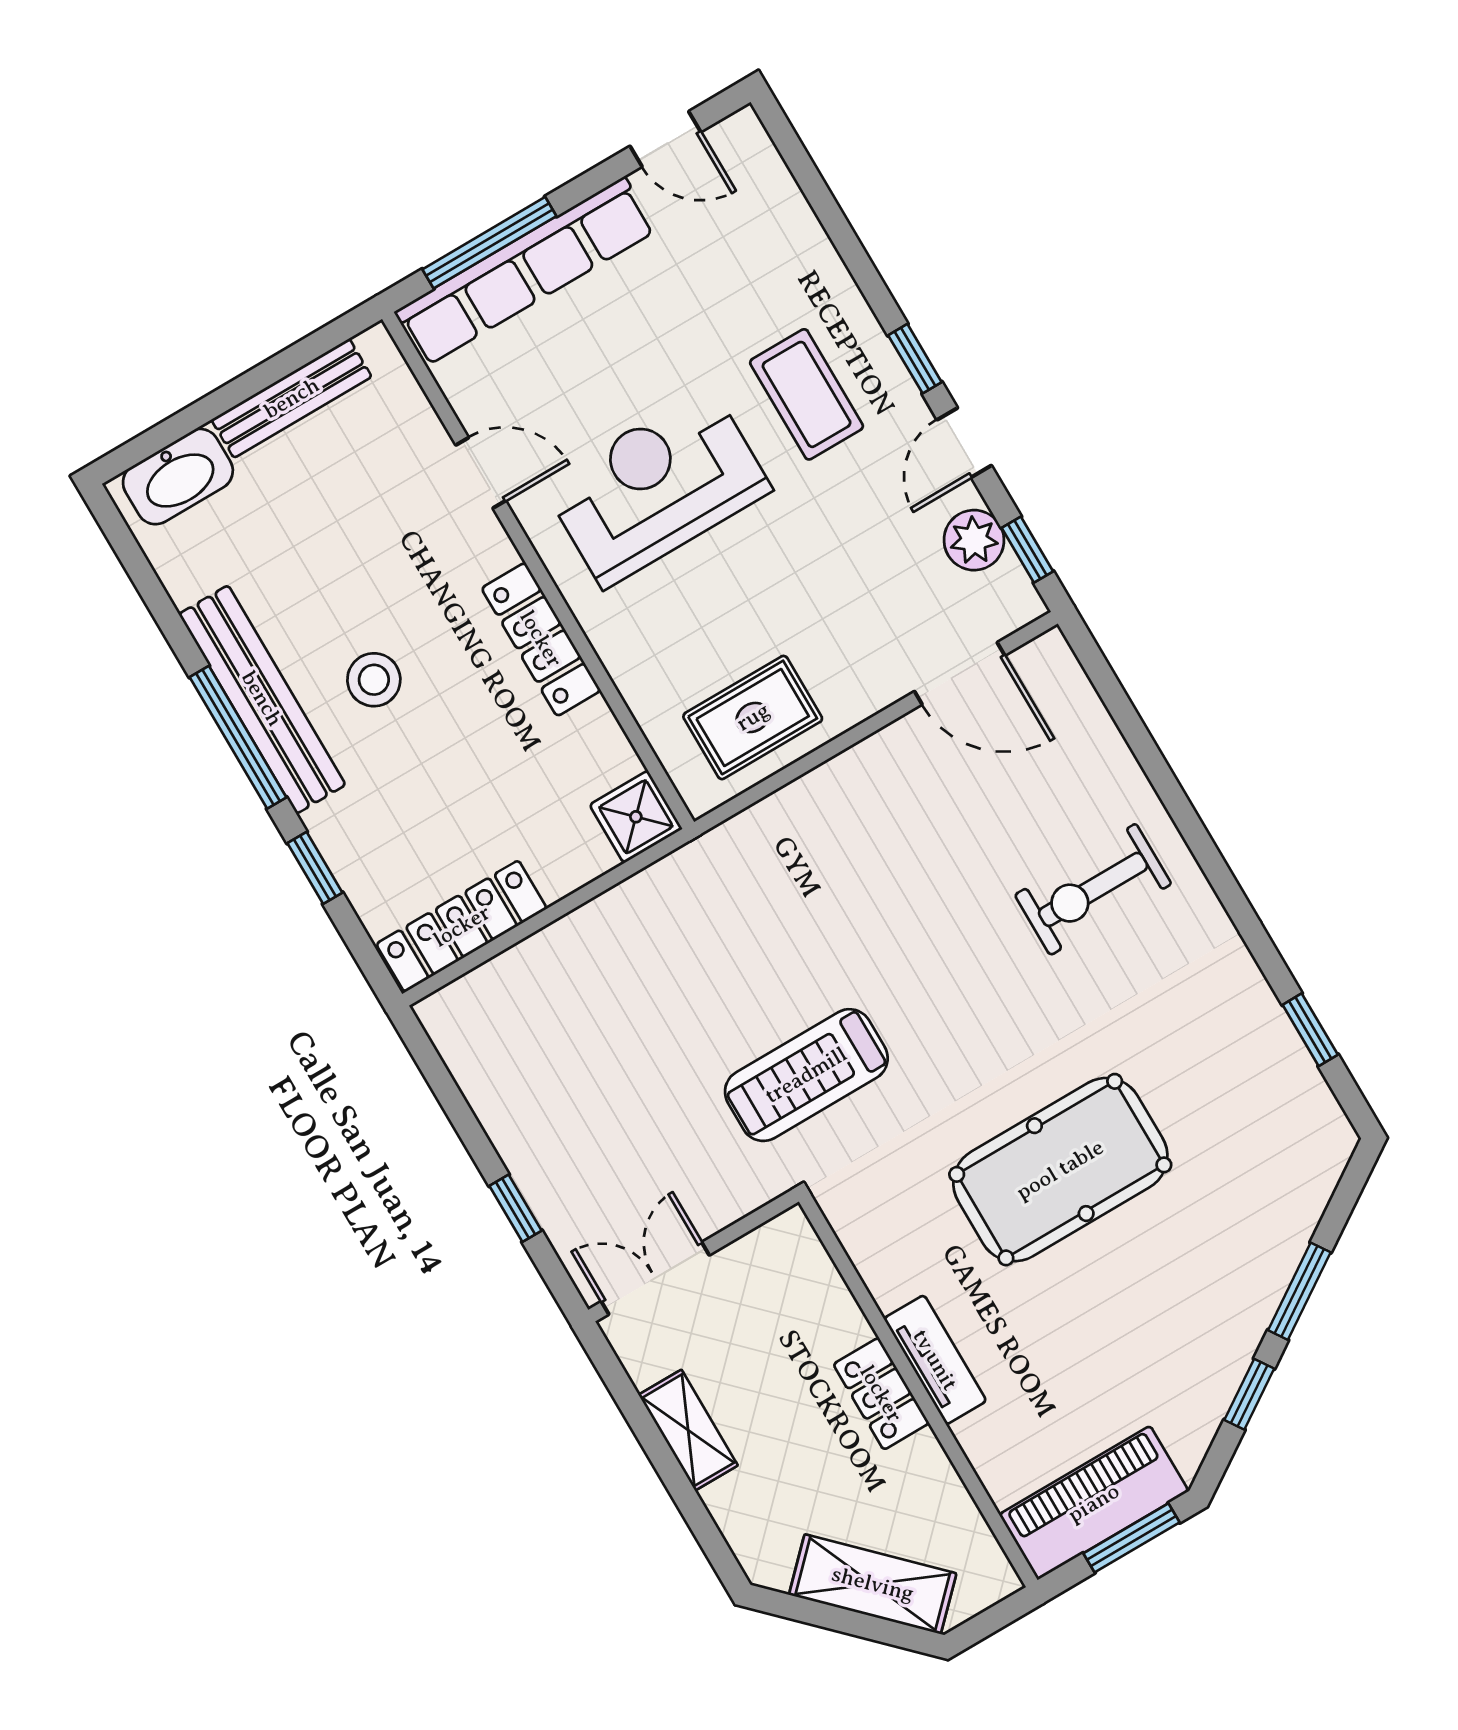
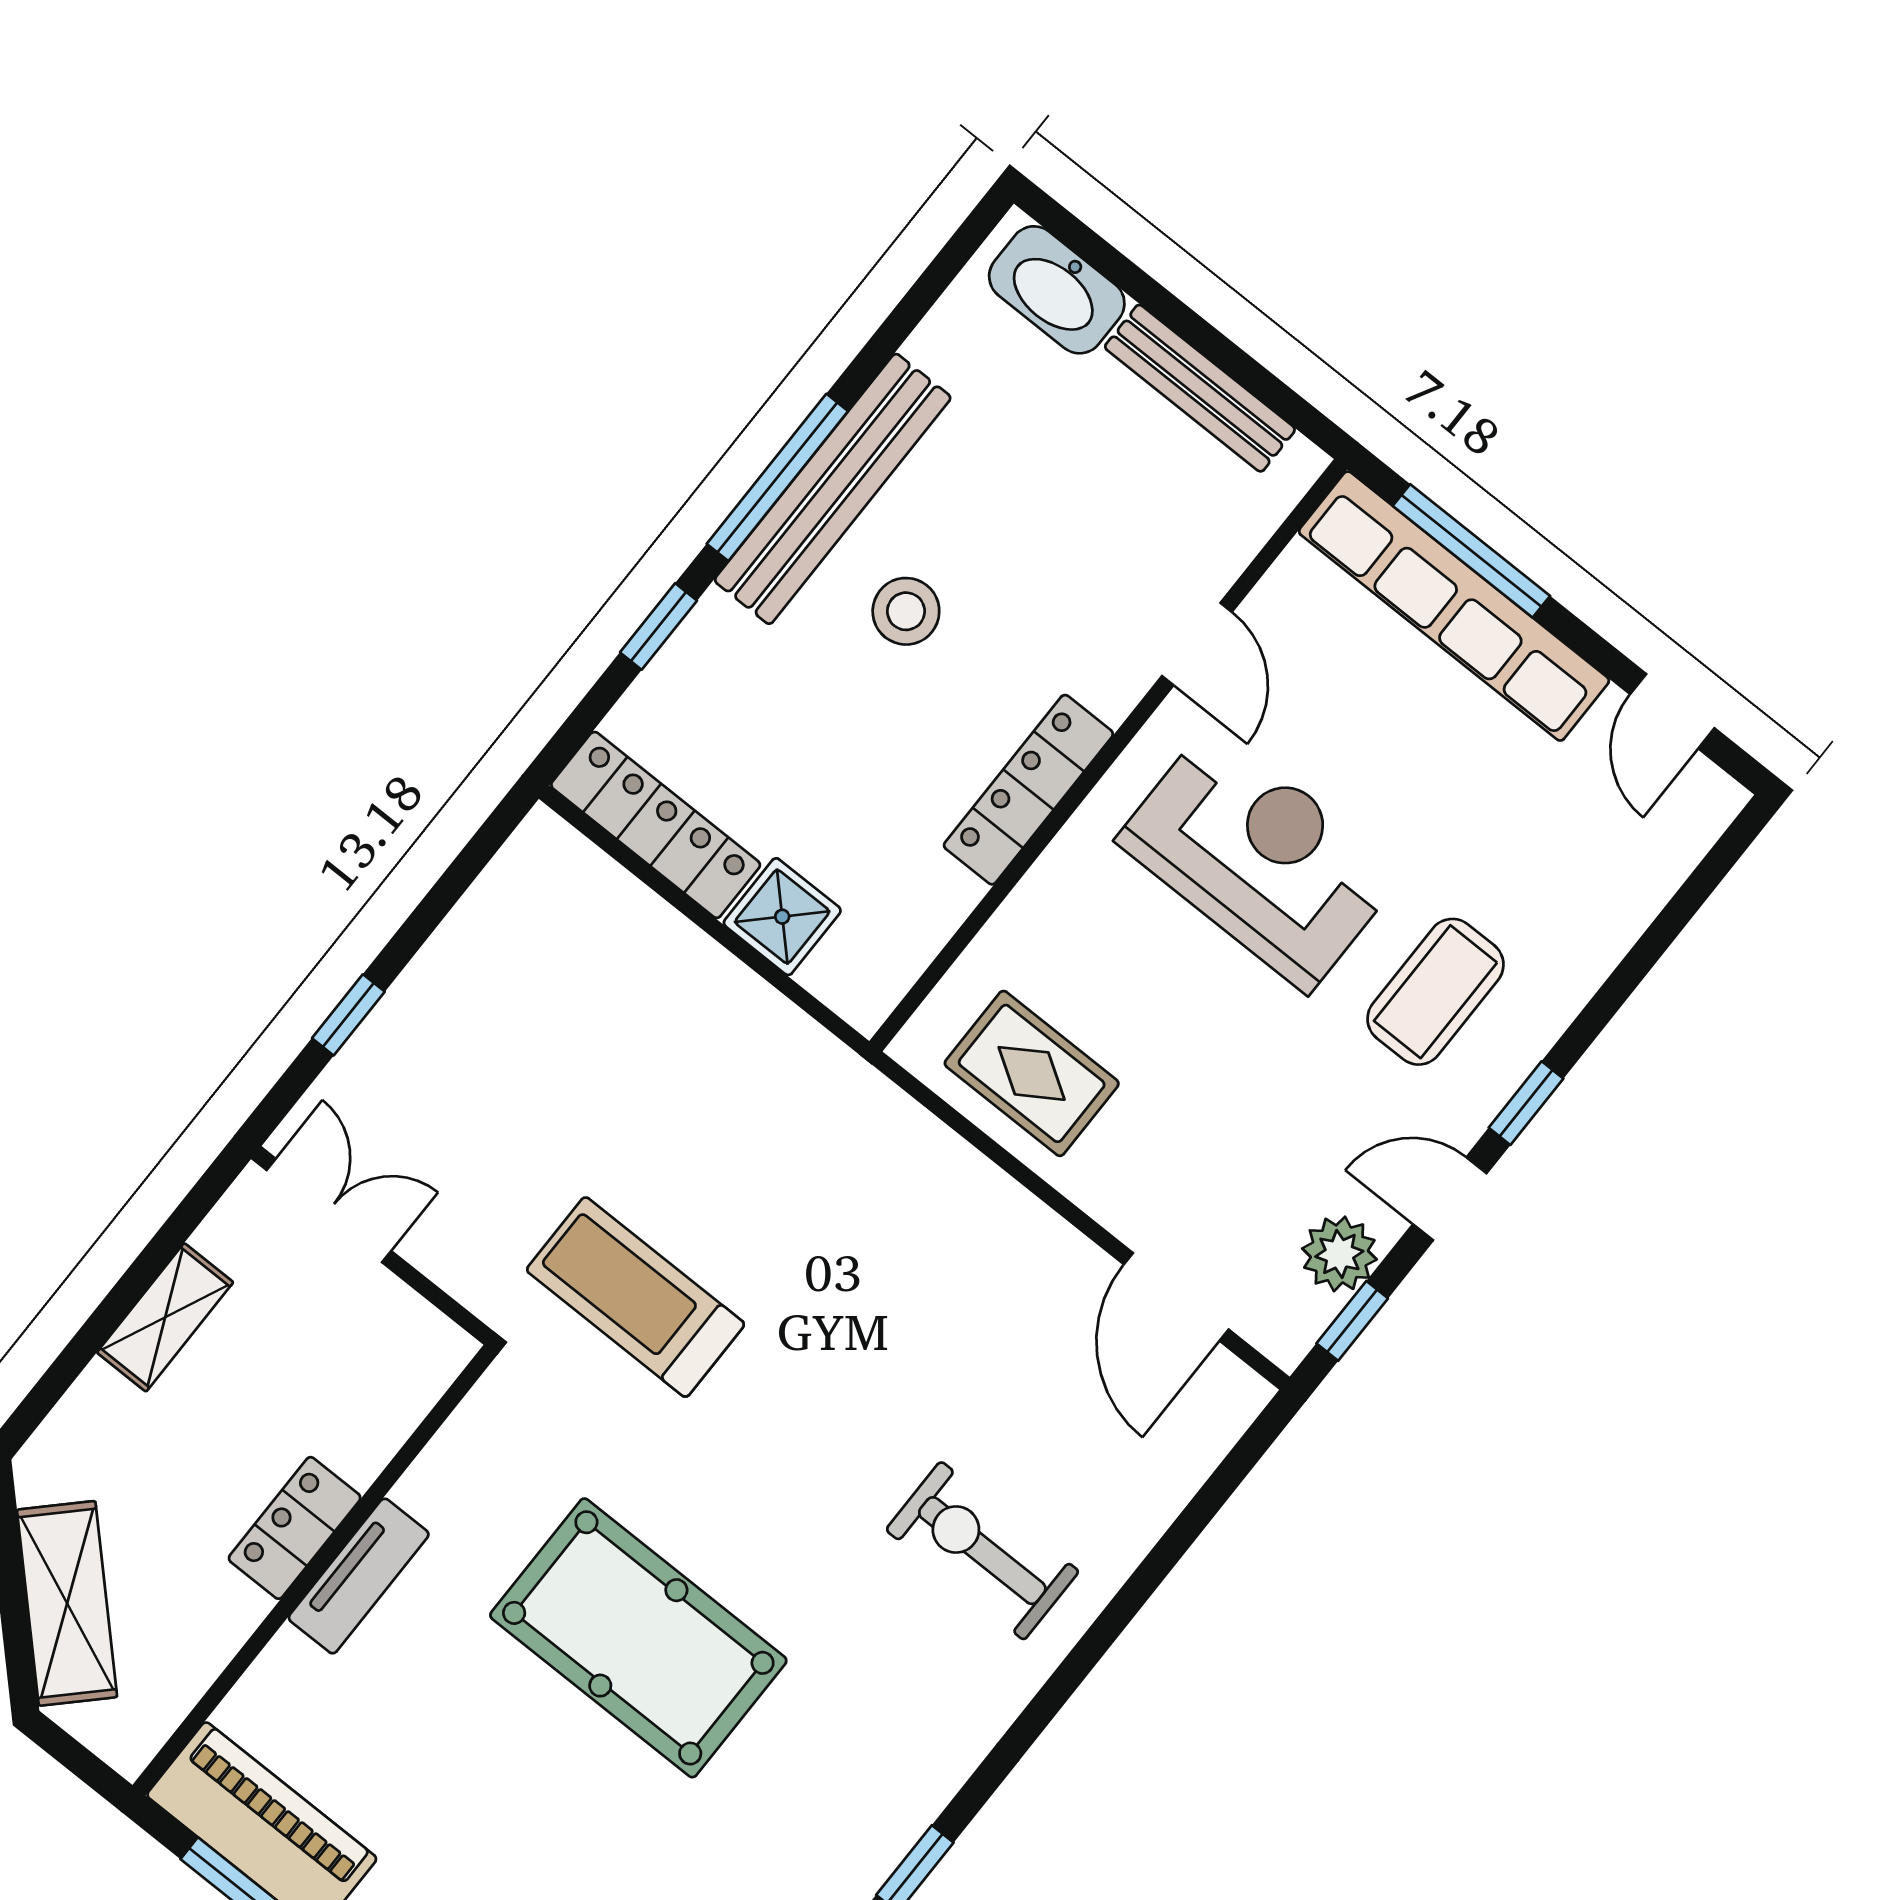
shower: (636, 817) -> (782, 917), moved

